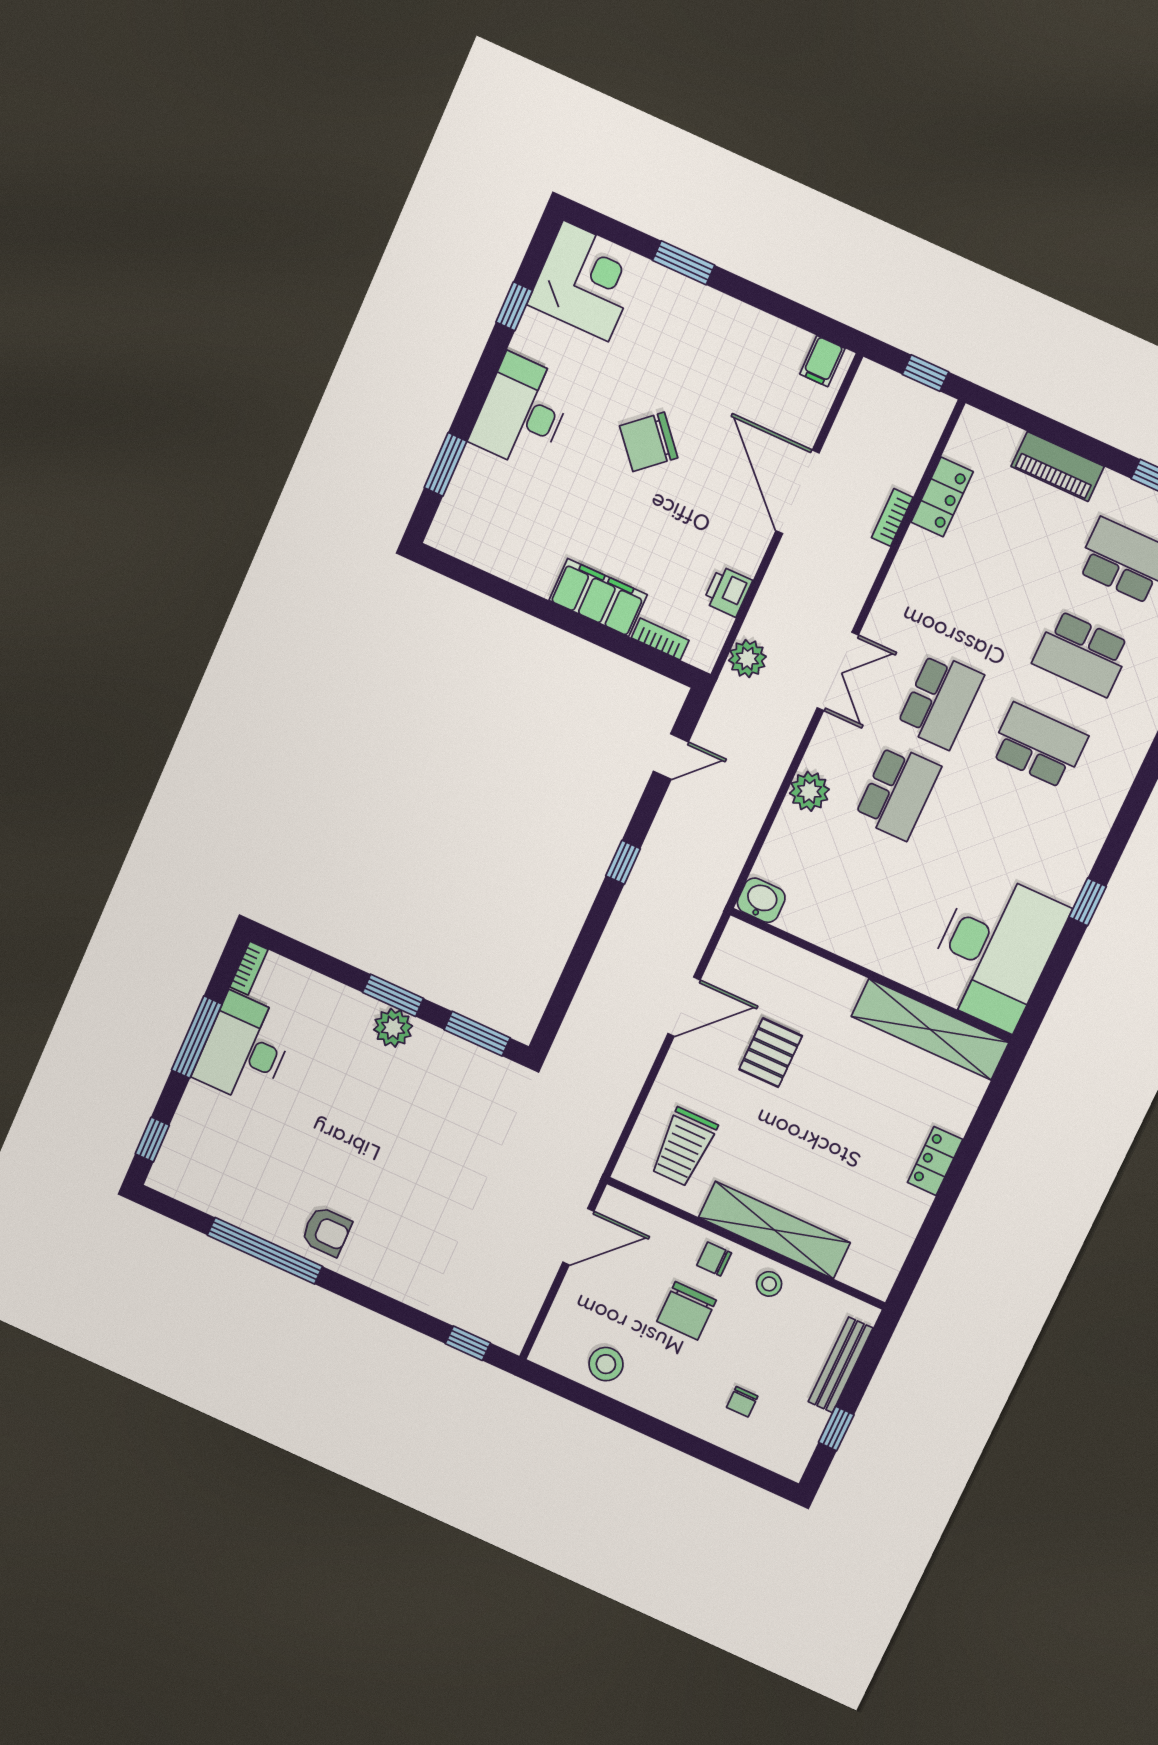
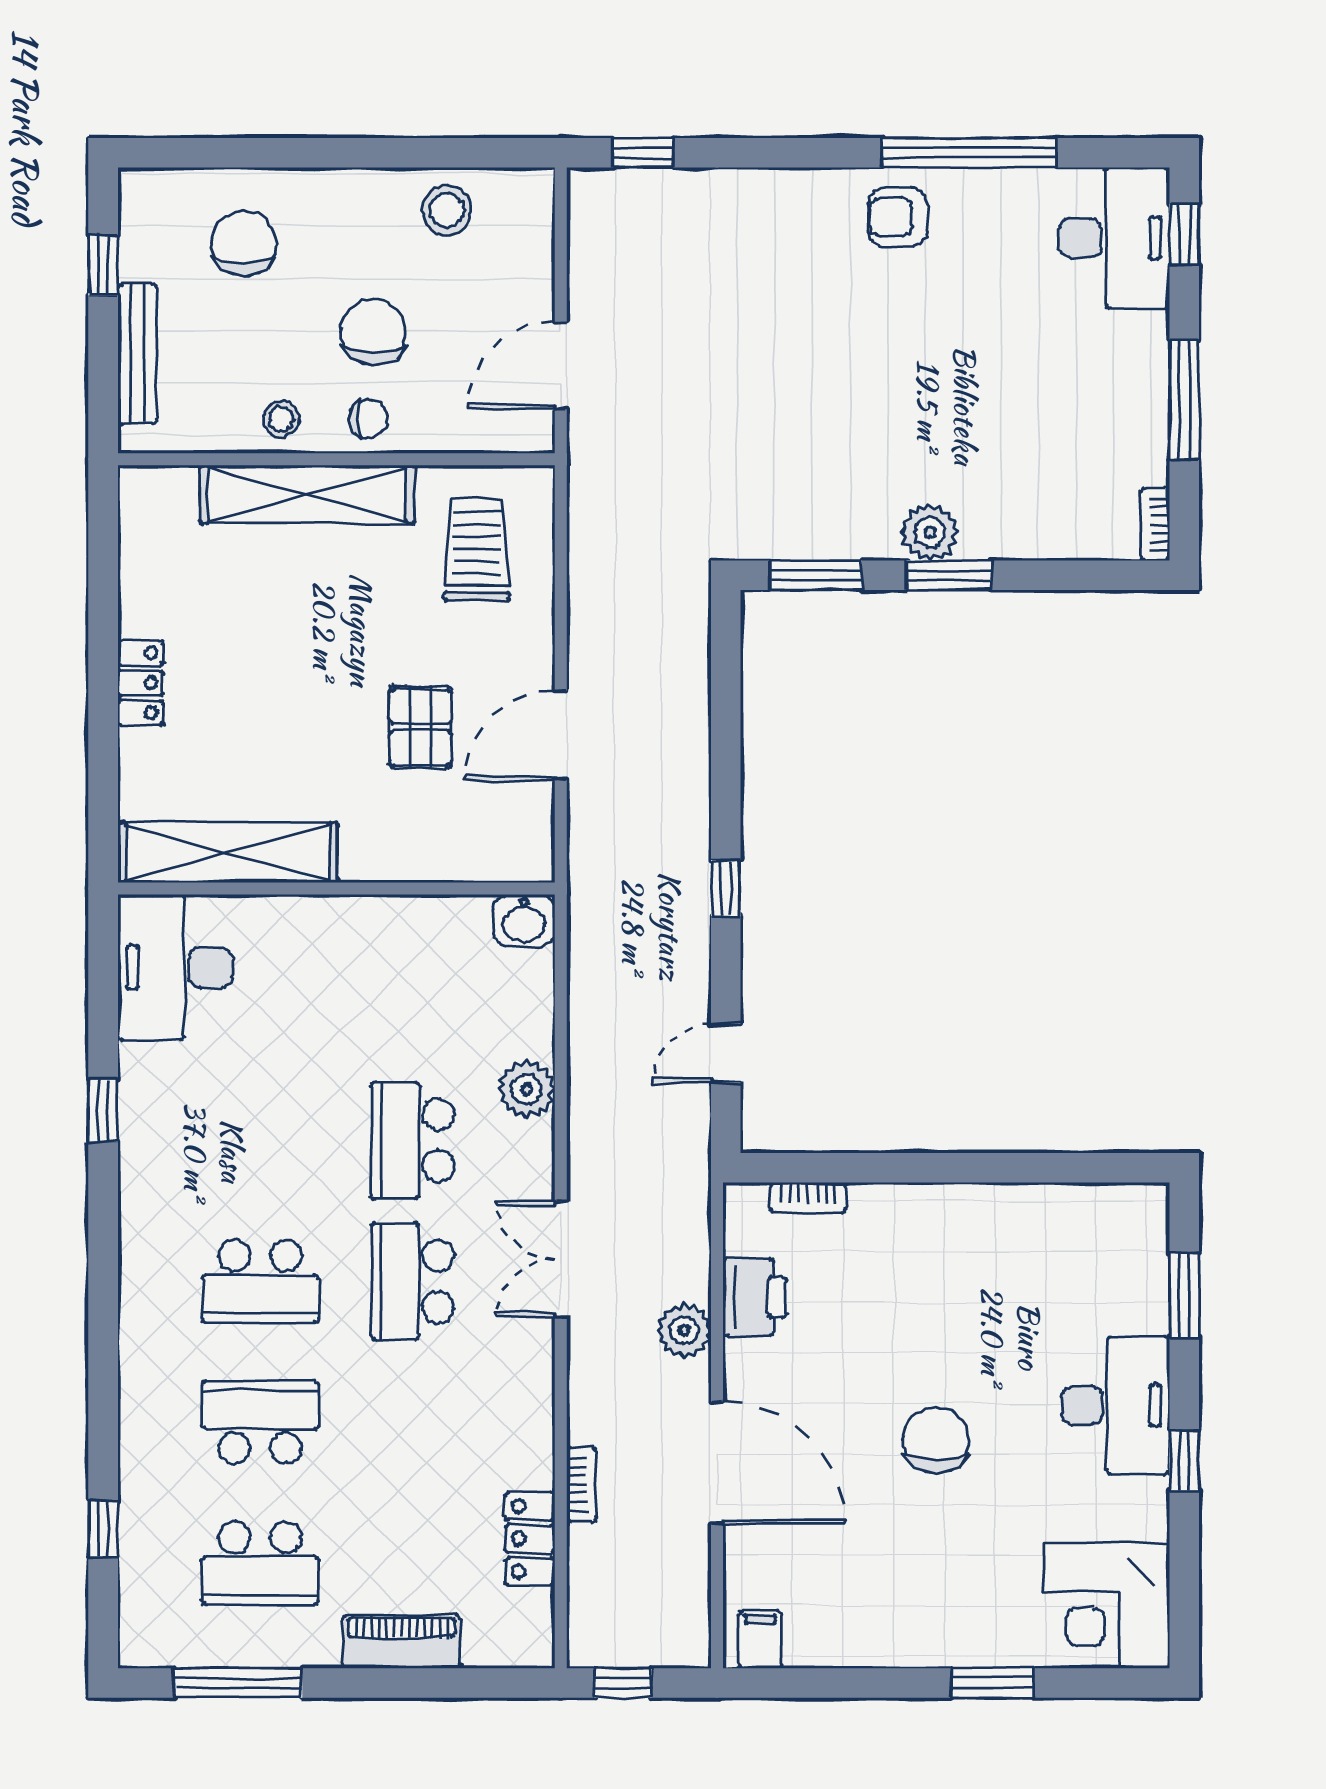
window: (514, 306) -> (1184, 1460), moved
chair: (649, 442) -> (936, 1440), turned -49
printer: (728, 591) -> (755, 1297), width x1.36, depth x1.24
filing cabinet: (598, 598) -> (912, 1214), removed
plant: (747, 659) -> (684, 1330), moved
desk: (995, 950) -> (175, 967), width x0.73, depth x0.77
desk: (244, 1049) -> (1114, 238), moved
chair: (742, 1402) -> (244, 243), width x1.87, depth x1.87

